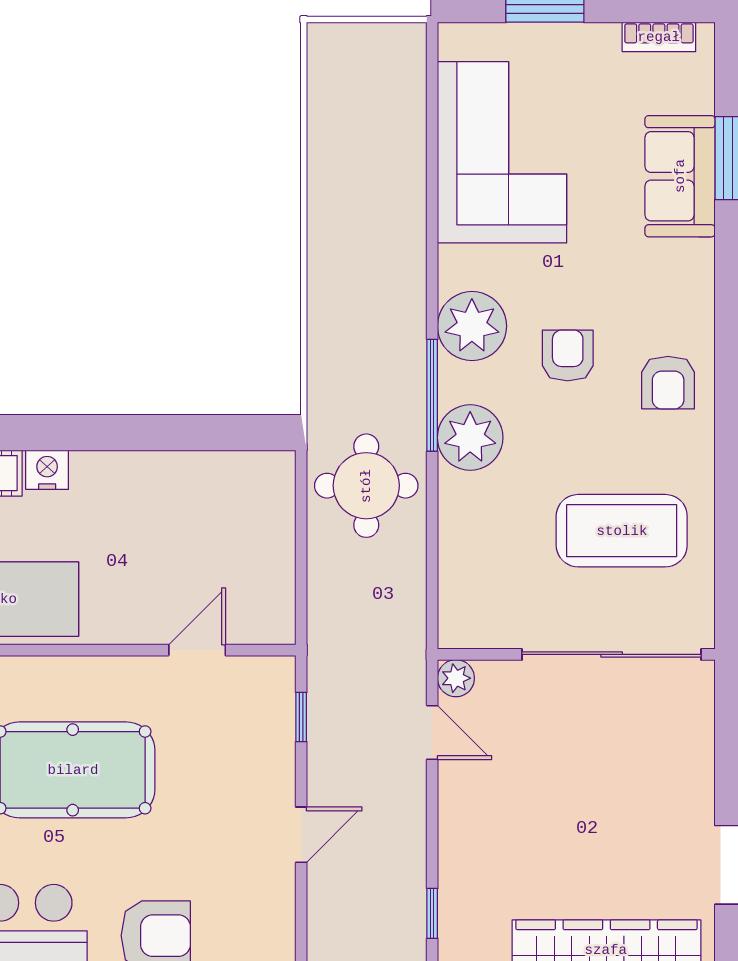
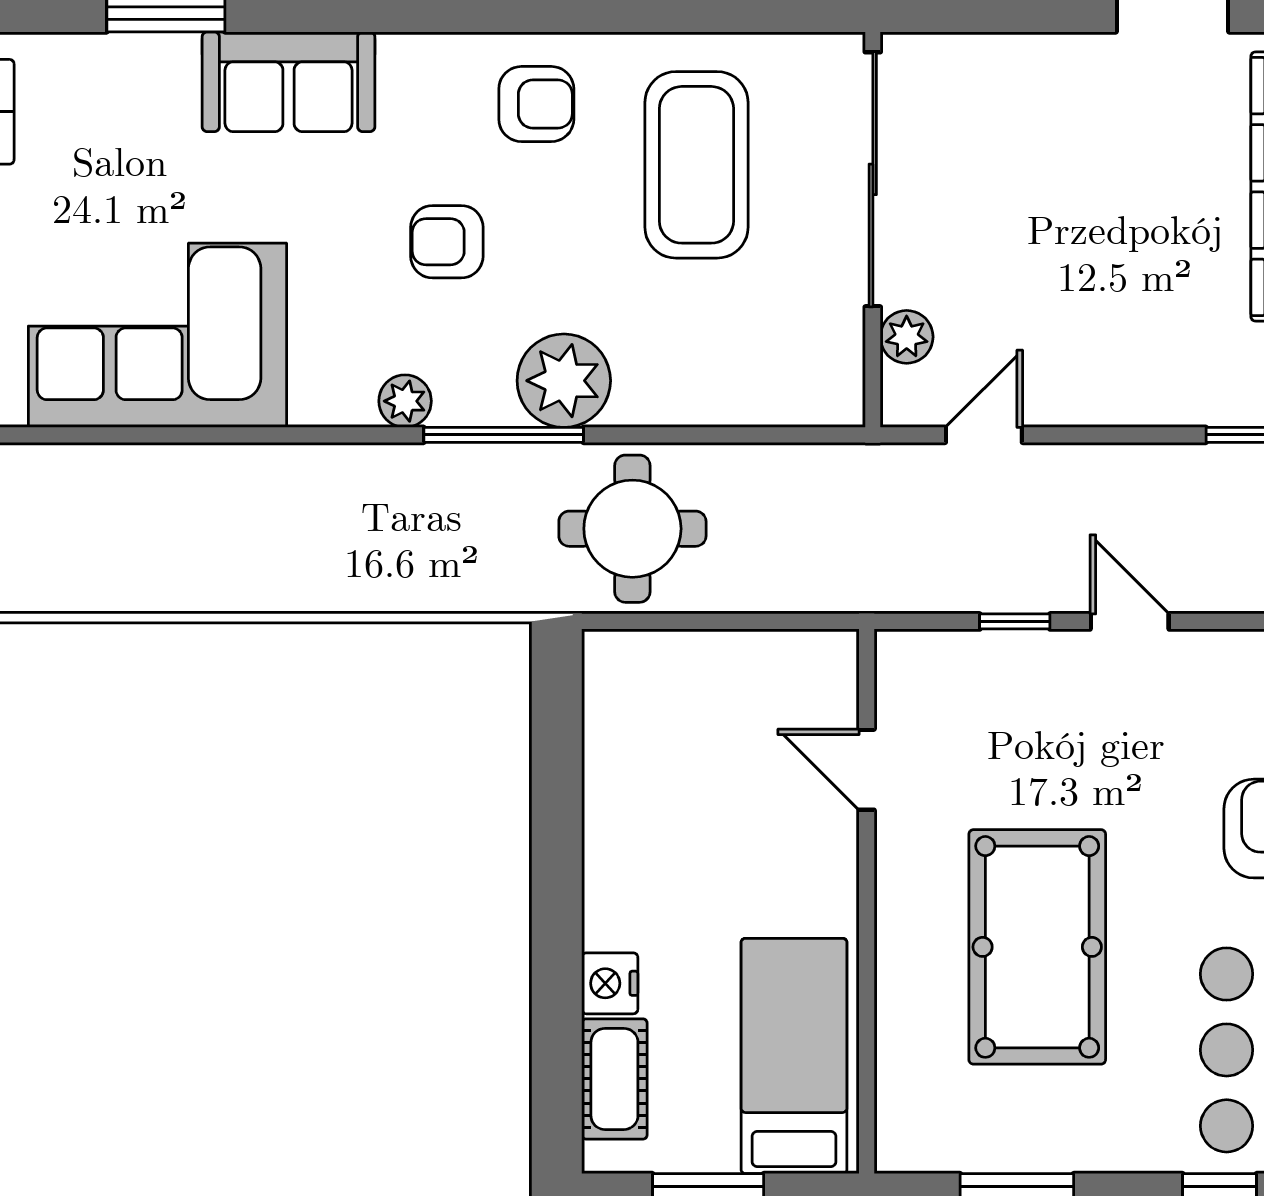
sofa: (680, 176) -> (288, 82), moved
plant: (472, 326) -> (405, 401), width x0.53, depth x0.53
armchair: (668, 383) -> (536, 104), moved
plant: (456, 678) -> (907, 337), moved
window: (301, 717) -> (1015, 621), moved

